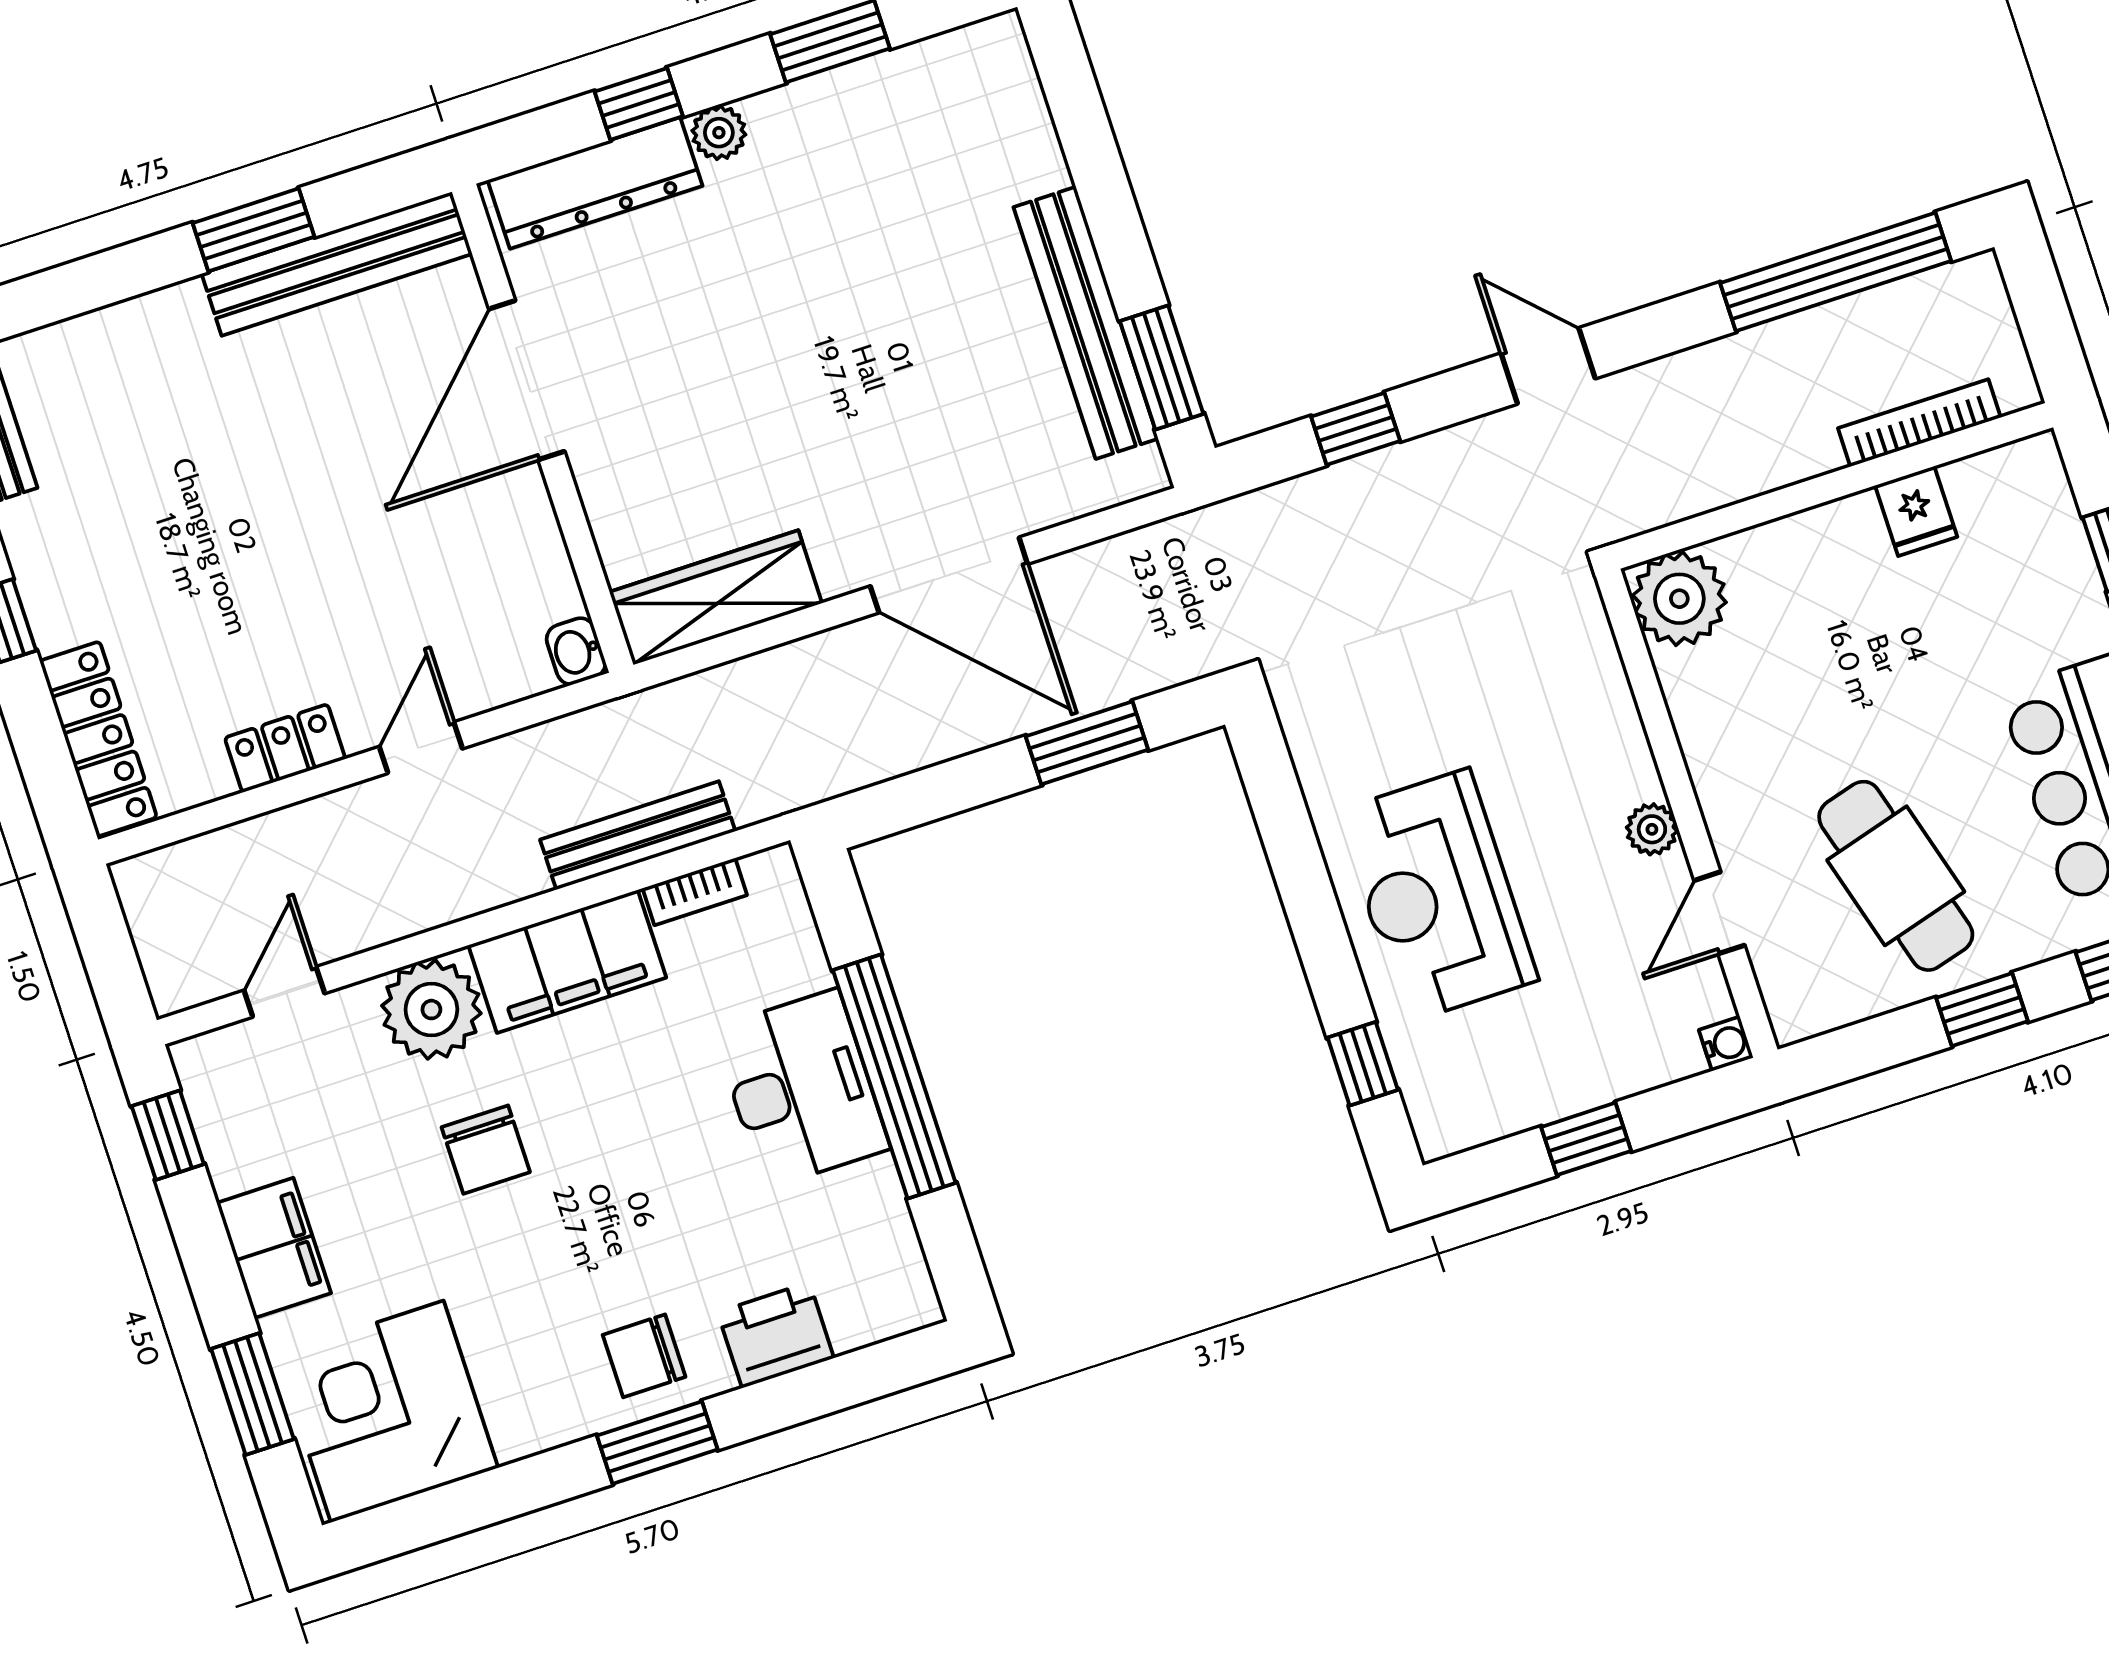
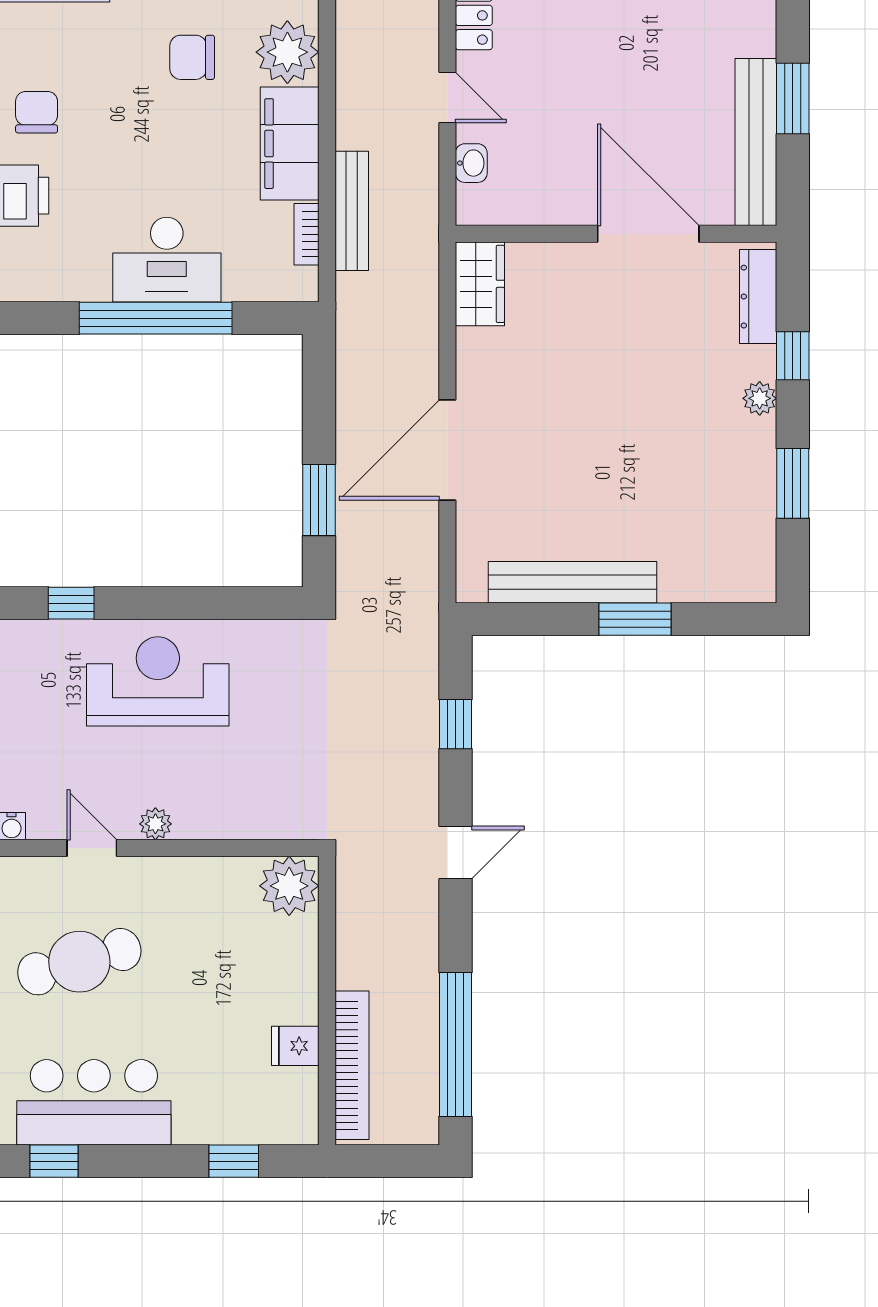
dresser: (595, 183) -> (758, 297), width x0.73, depth x0.80
window: (1162, 367) -> (635, 619), moved
bookcase: (1919, 423) -> (352, 1065), width x1.48, depth x1.31
wardrobe: (716, 597) -> (480, 284), width x0.67
washbasin: (576, 651) -> (471, 163), moved, turned 90

